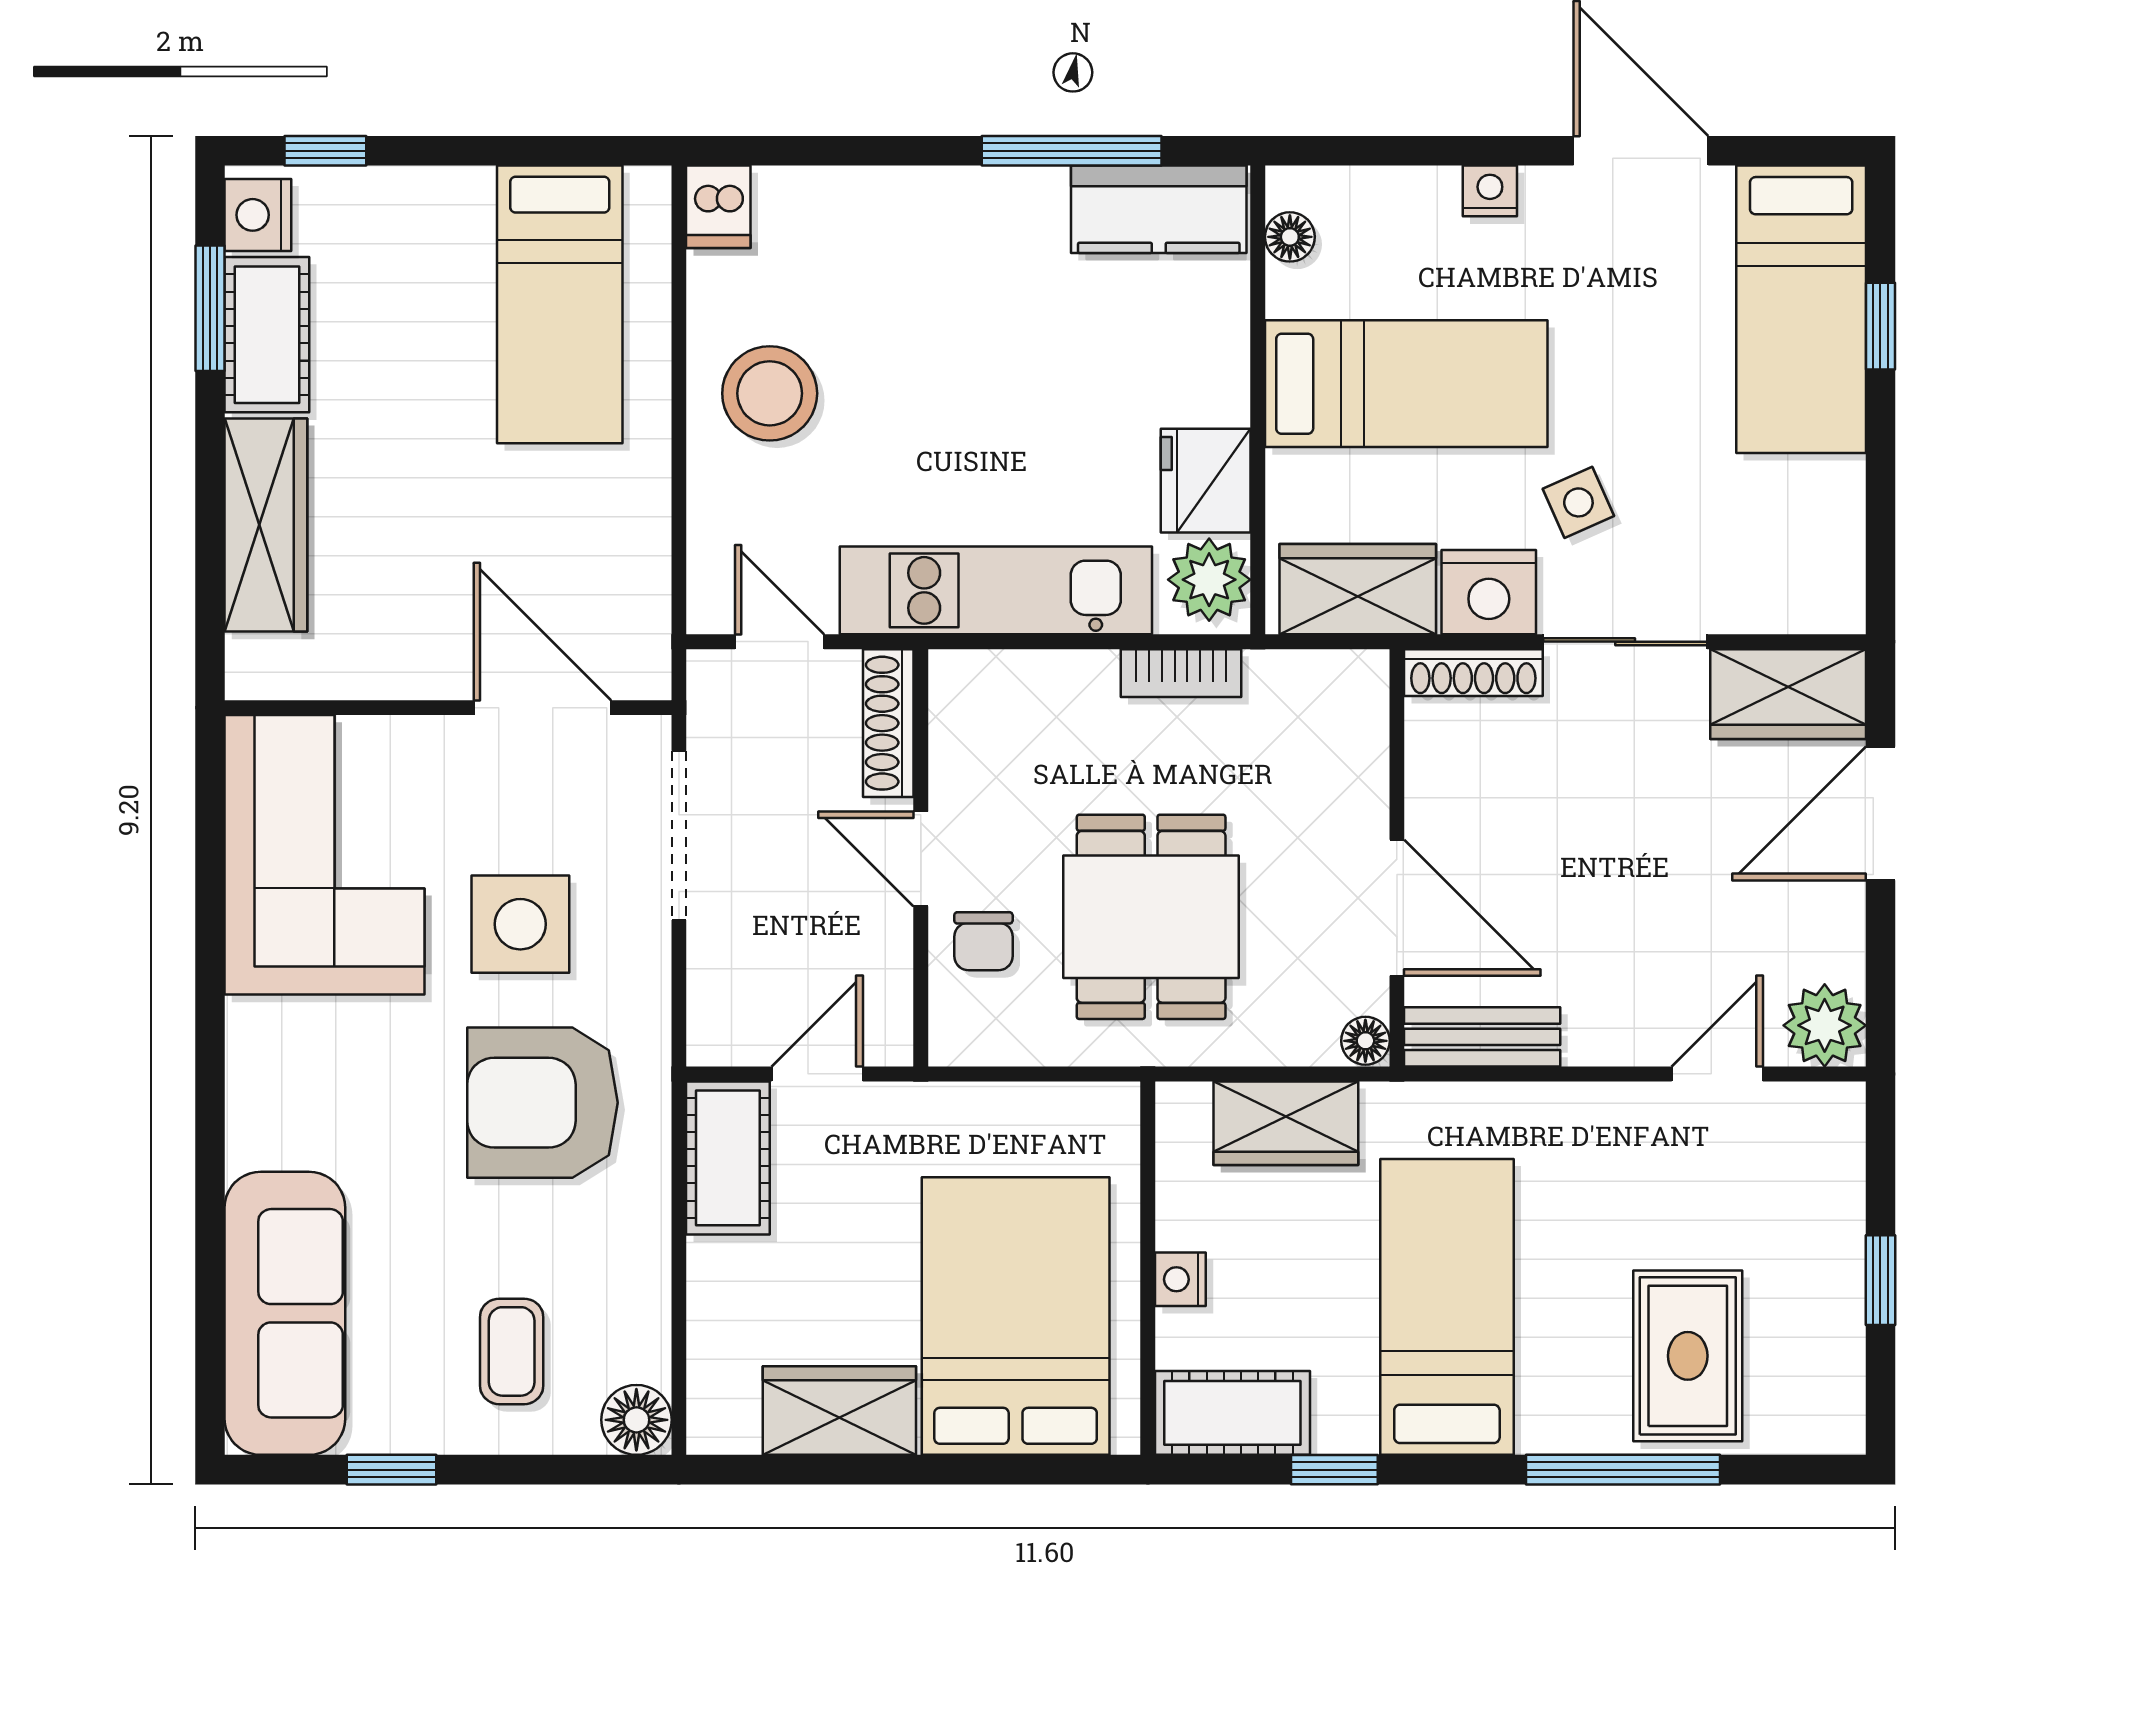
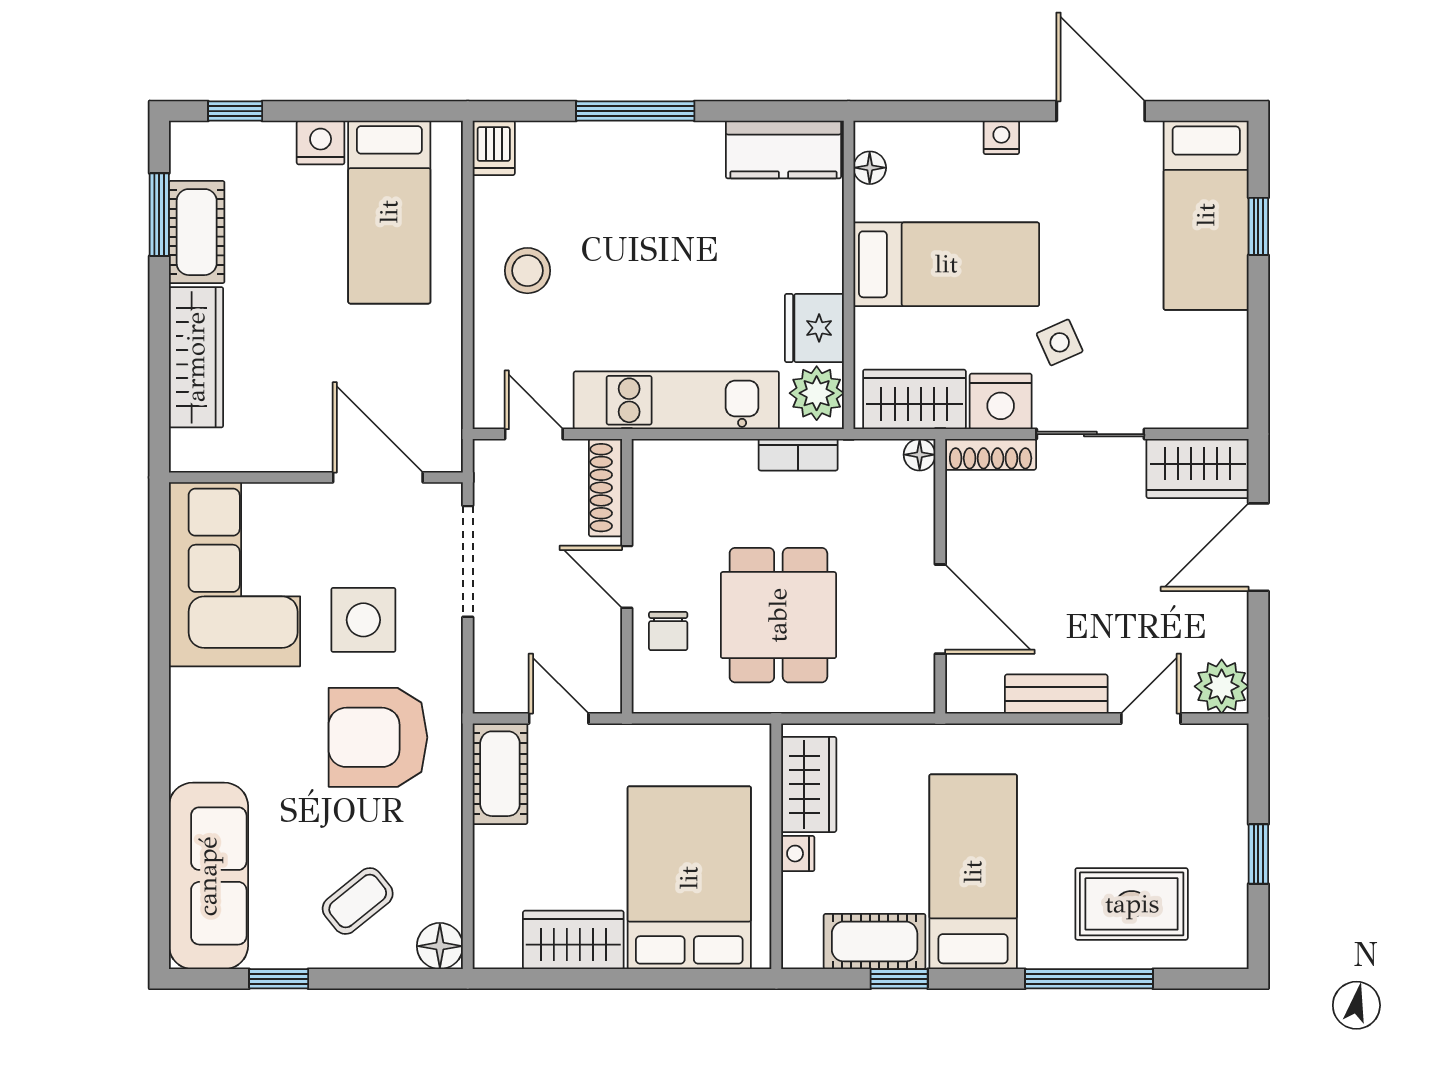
window: (1072, 151) -> (635, 111), moved
nightstand: (258, 215) -> (321, 143), moved, turned 90
stool: (770, 393) -> (527, 271), width x0.73, depth x0.73
bench: (1482, 1037) -> (1056, 694), moved
floor lamp: (1365, 1041) -> (920, 455), moved
door: (817, 1074) -> (559, 718), hinge flipped
wardrobe: (1286, 1123) -> (809, 784), moved, turned -90
coffee table: (512, 1351) -> (358, 901), turned 51
rug: (1688, 1356) -> (1132, 904), turned 90
cot: (1232, 1413) -> (875, 941), moved

